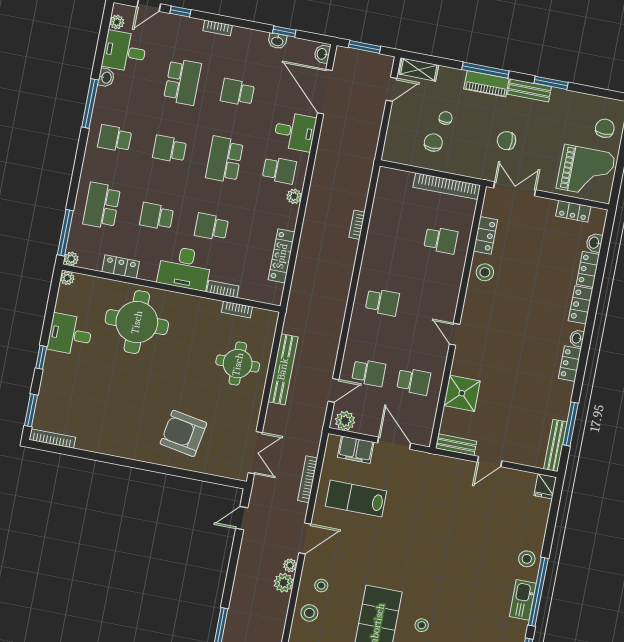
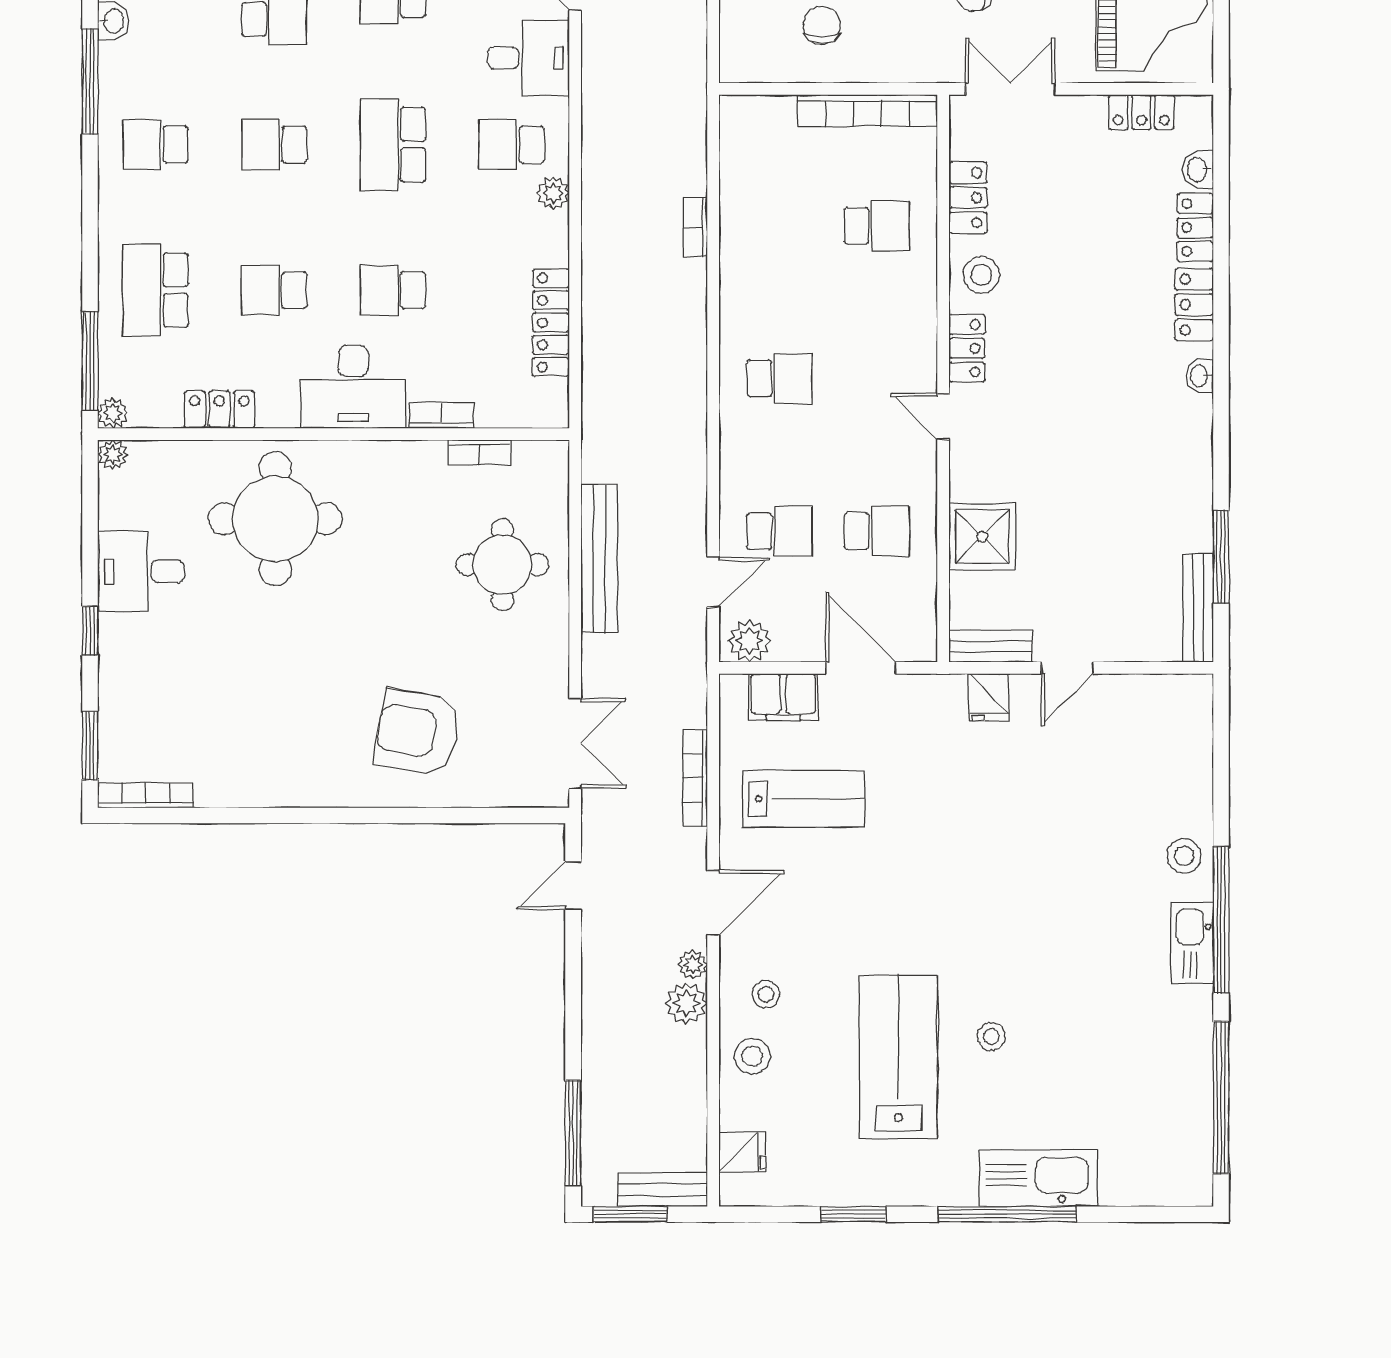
school desk: (279, 170) -> (512, 145), turned 180
locker: (570, 364) -> (967, 348), moved, turned 180
fridge: (545, 486) -> (989, 698), moved
lab bench: (356, 499) -> (804, 799), turned 180

